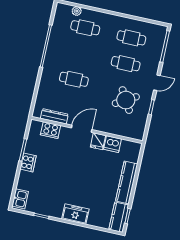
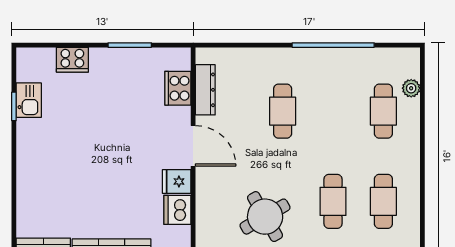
cooker: (28, 162) -> (72, 60), moved
kitchen sink: (20, 199) -> (29, 100), moved, turned -90
freezer: (75, 214) -> (31, 169), removed

